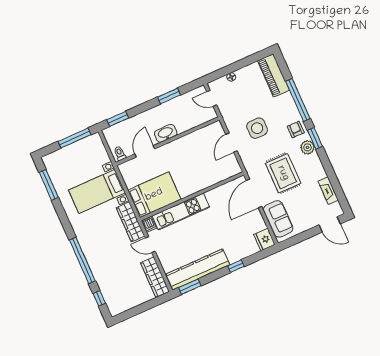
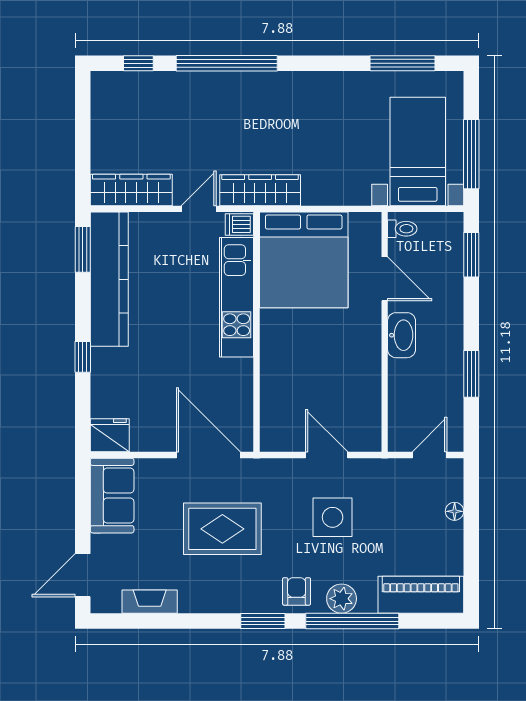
armchair: (296, 129) -> (297, 591), turned -90
plant: (307, 147) -> (342, 599), moved
bed with nightstands: (97, 191) -> (418, 152), moved
bed: (154, 195) -> (304, 260), width x1.36
sofa: (278, 219) -> (112, 496), moved, turned -90

